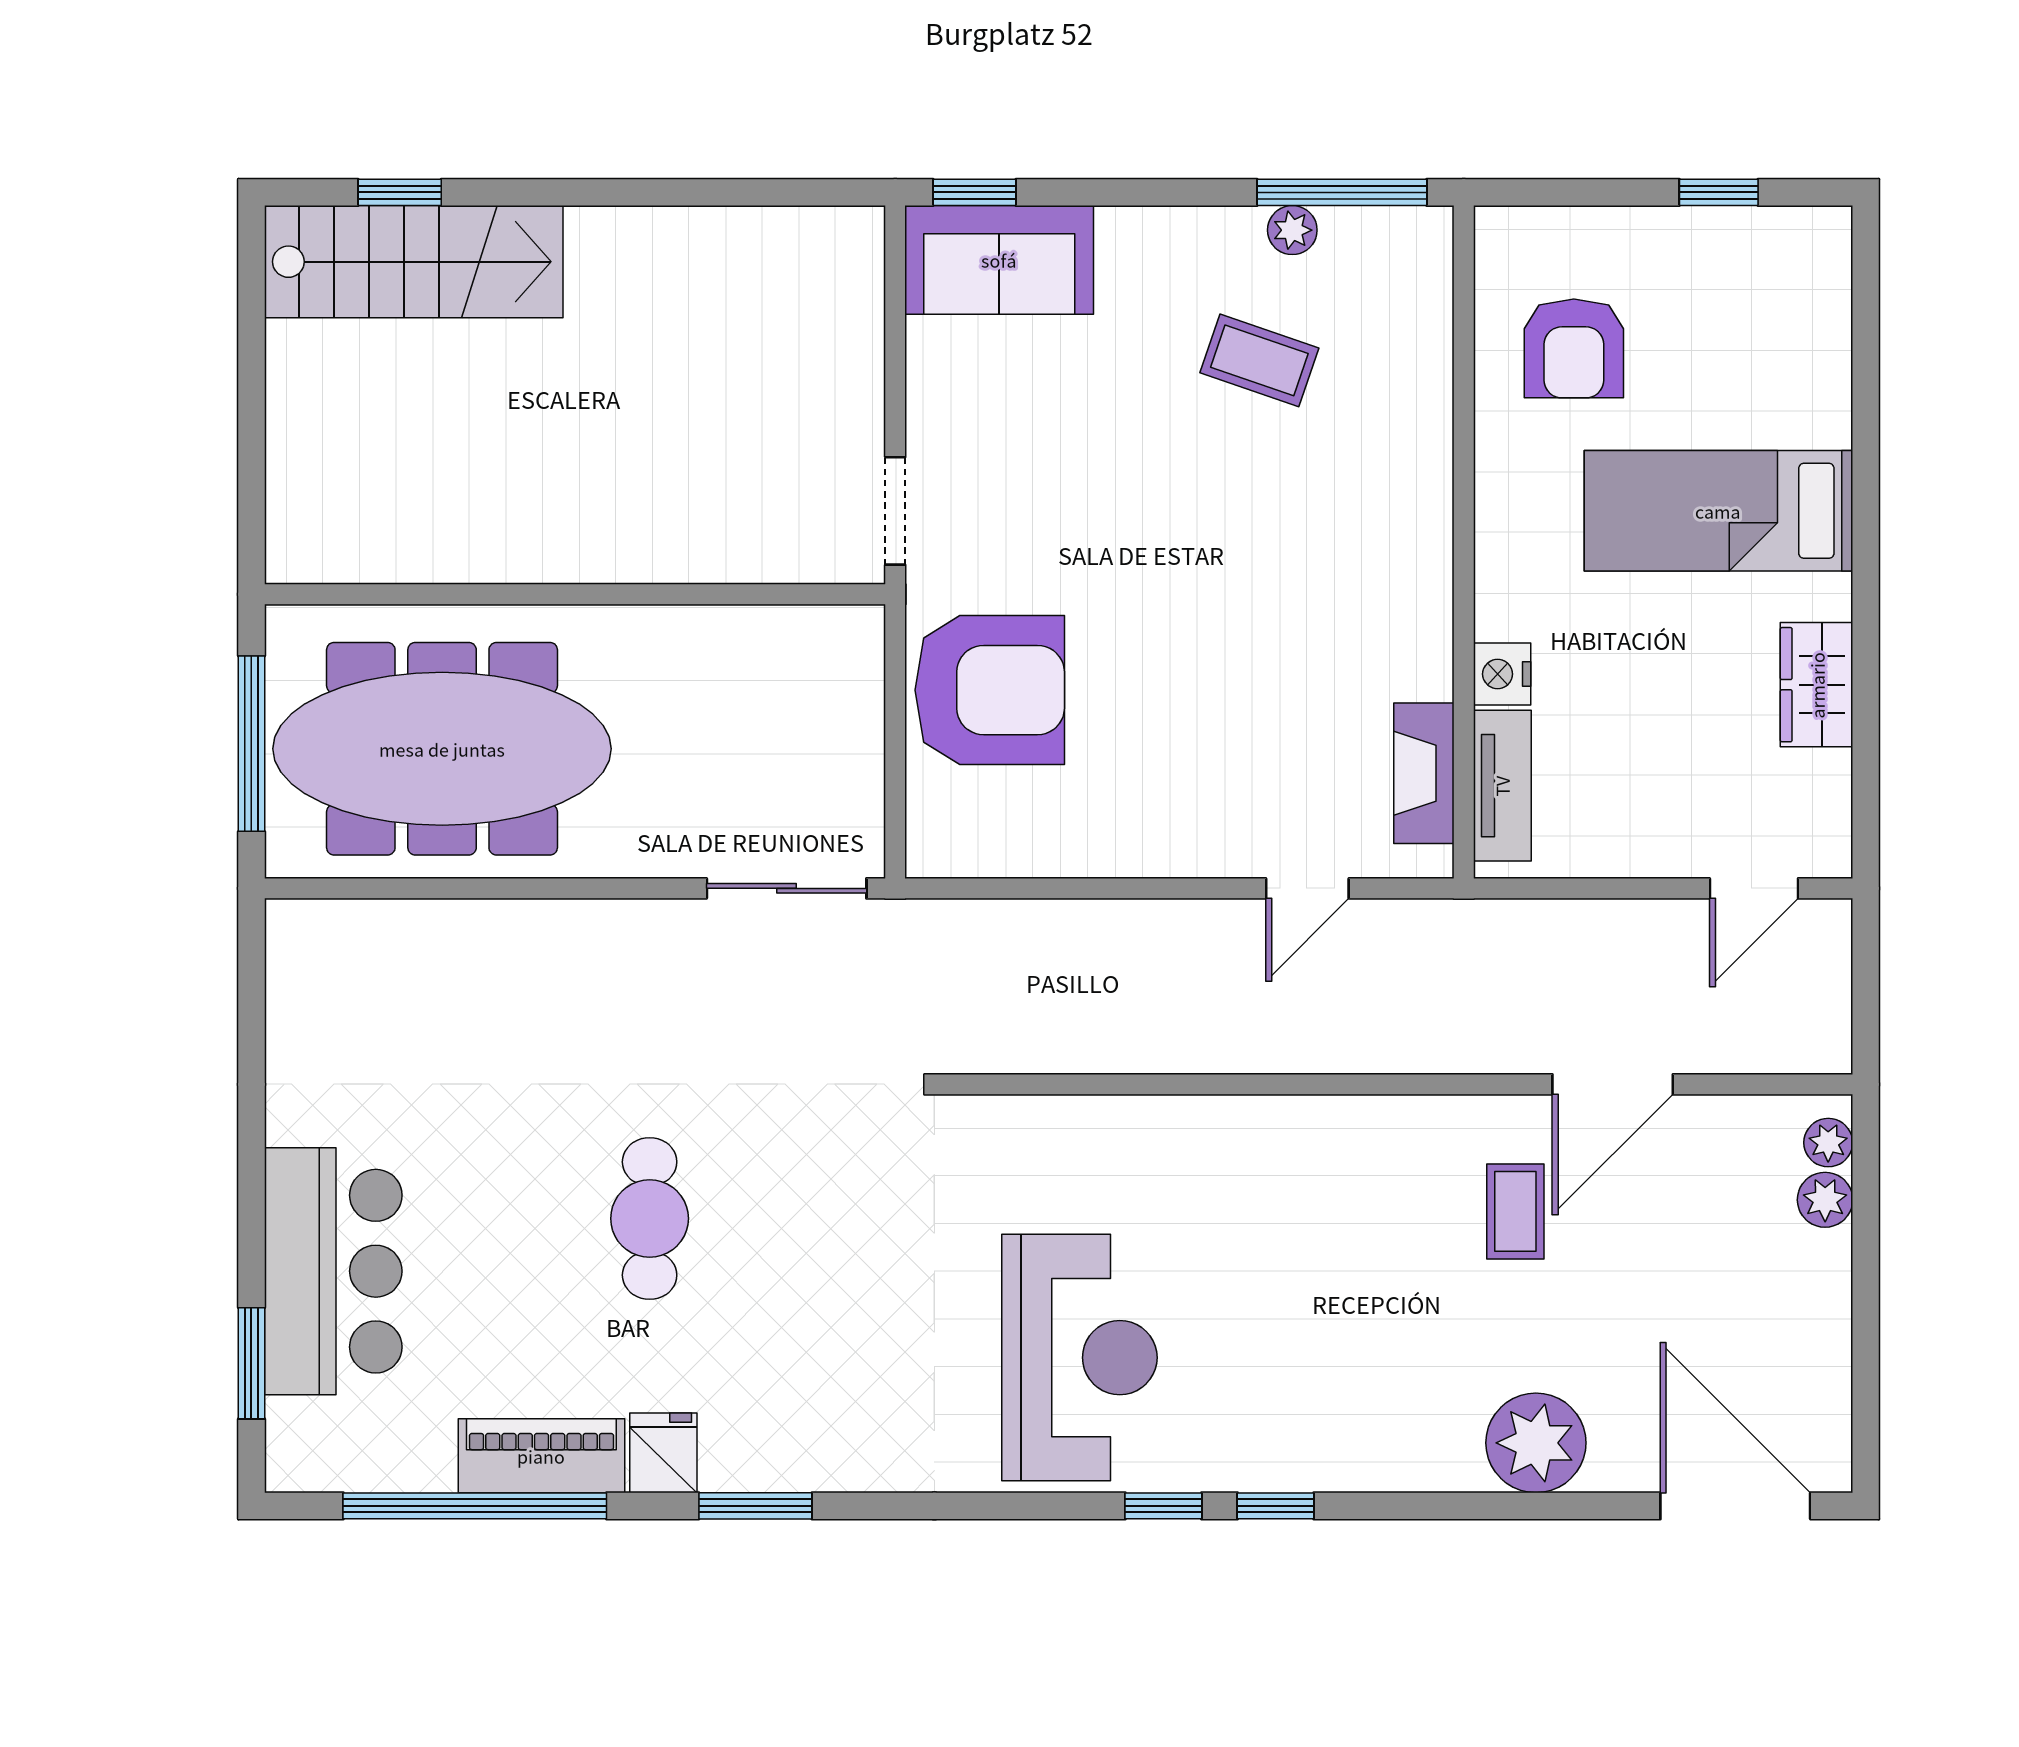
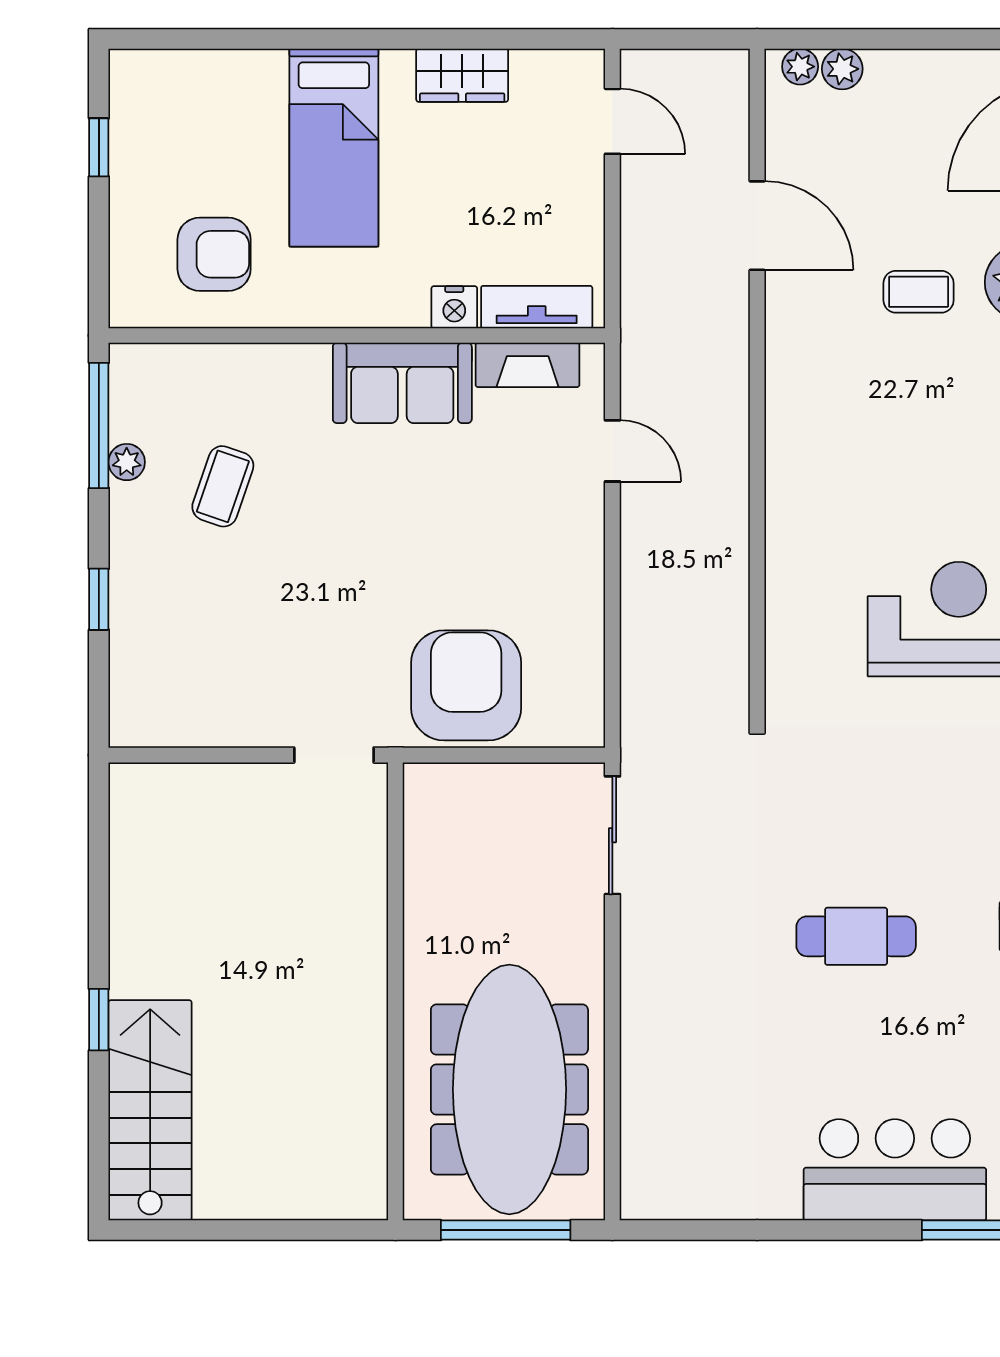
window: (400, 192) -> (99, 1020), moved
window: (974, 192) -> (99, 599), moved
sofa: (999, 260) -> (402, 383), moved, turned 90
coffee table: (1515, 1211) -> (919, 292), moved

